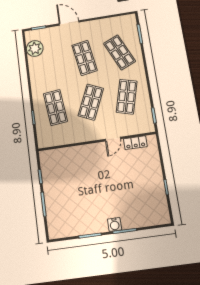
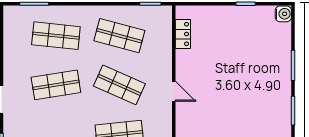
shop shelf: (119, 52) -> (56, 36), turned 30
door: (113, 139) -> (174, 91), moved
water cooler: (115, 224) -> (283, 14), moved

